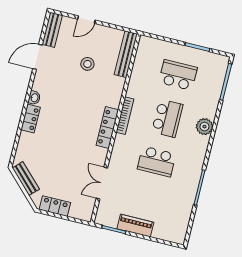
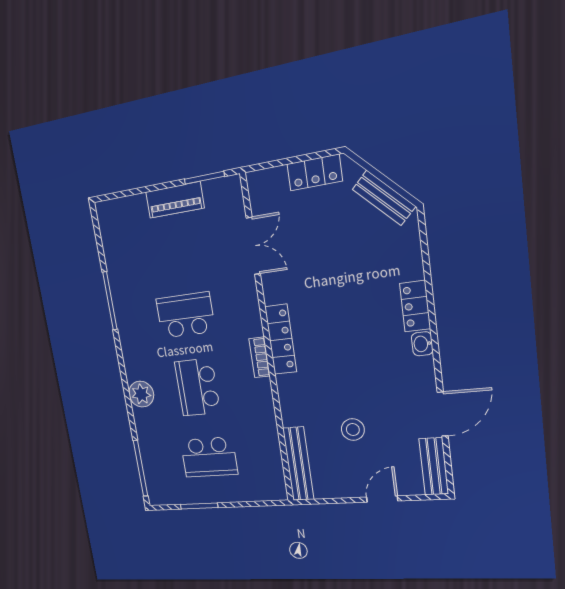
bookcase: (125, 116) -> (260, 357), width x0.64

